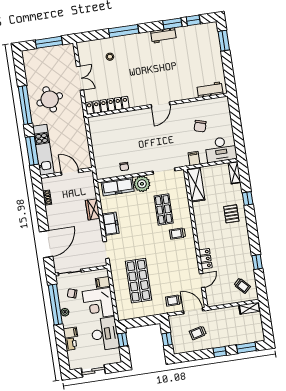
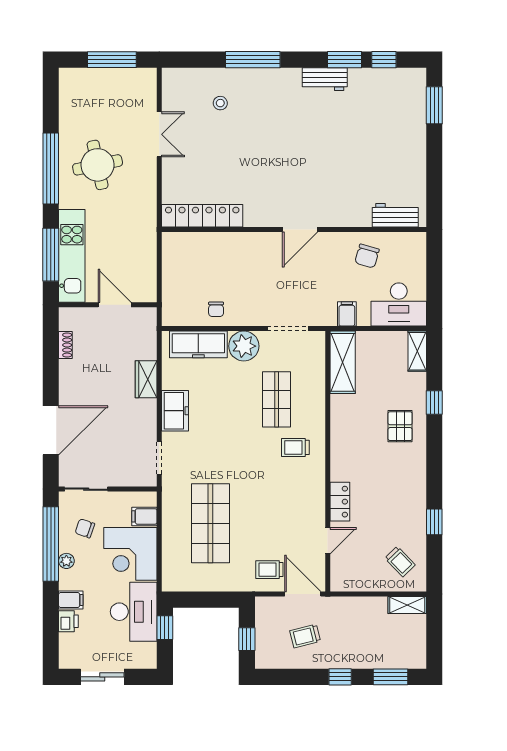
workbench: (210, 90) -> (395, 215), moved
locker: (107, 105) -> (202, 216), moved
wall: (157, 105) -> (294, 230), moved
door: (161, 105) -> (300, 230), moved

